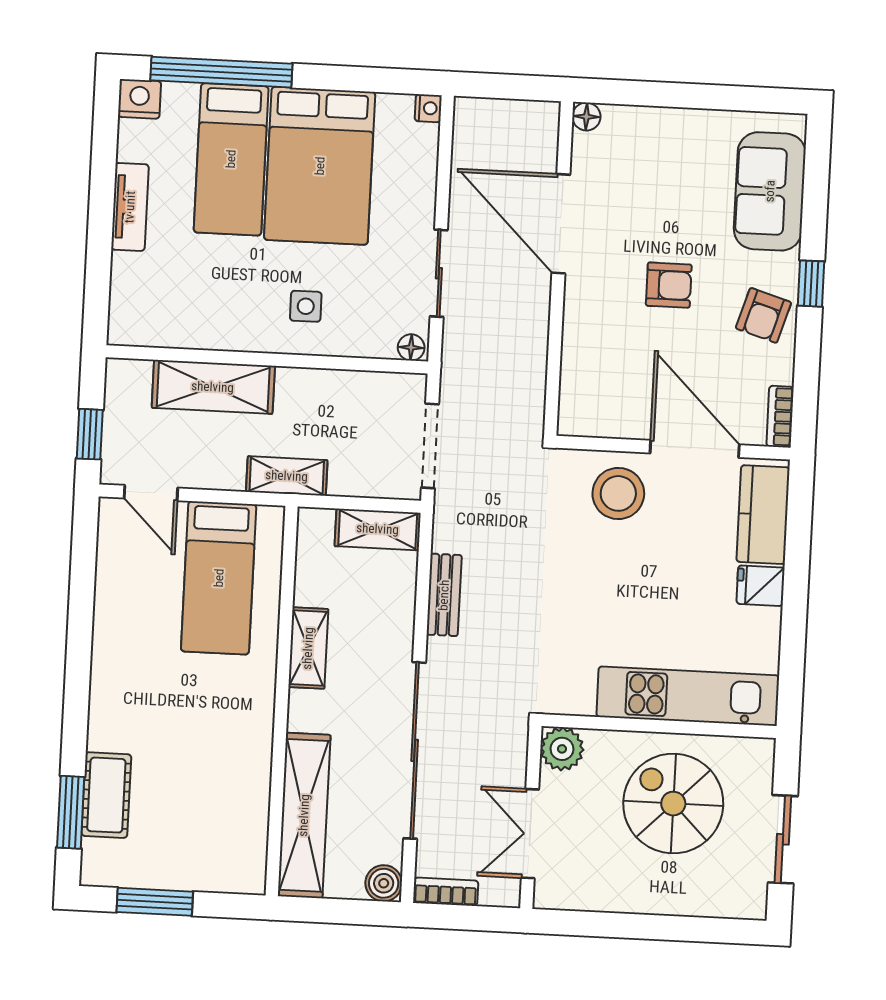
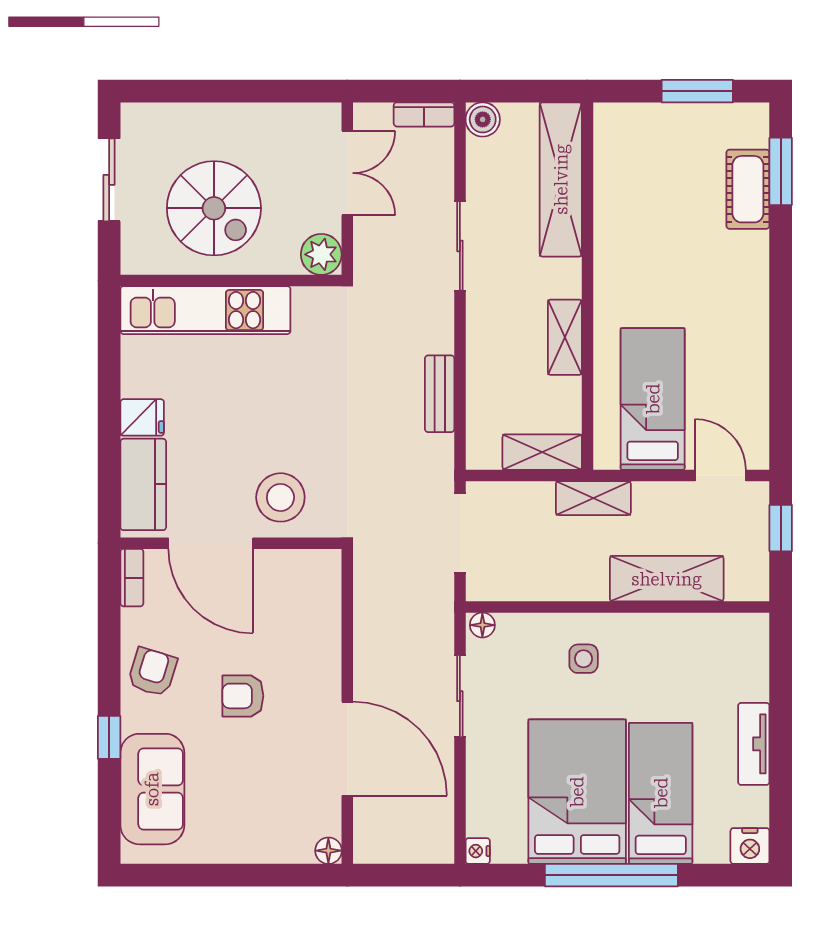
window: (221, 72) -> (611, 875), moved
window: (811, 284) -> (109, 737), moved
shelving: (378, 529) -> (542, 452), moved
sliding door: (415, 750) -> (460, 246), width x0.54

